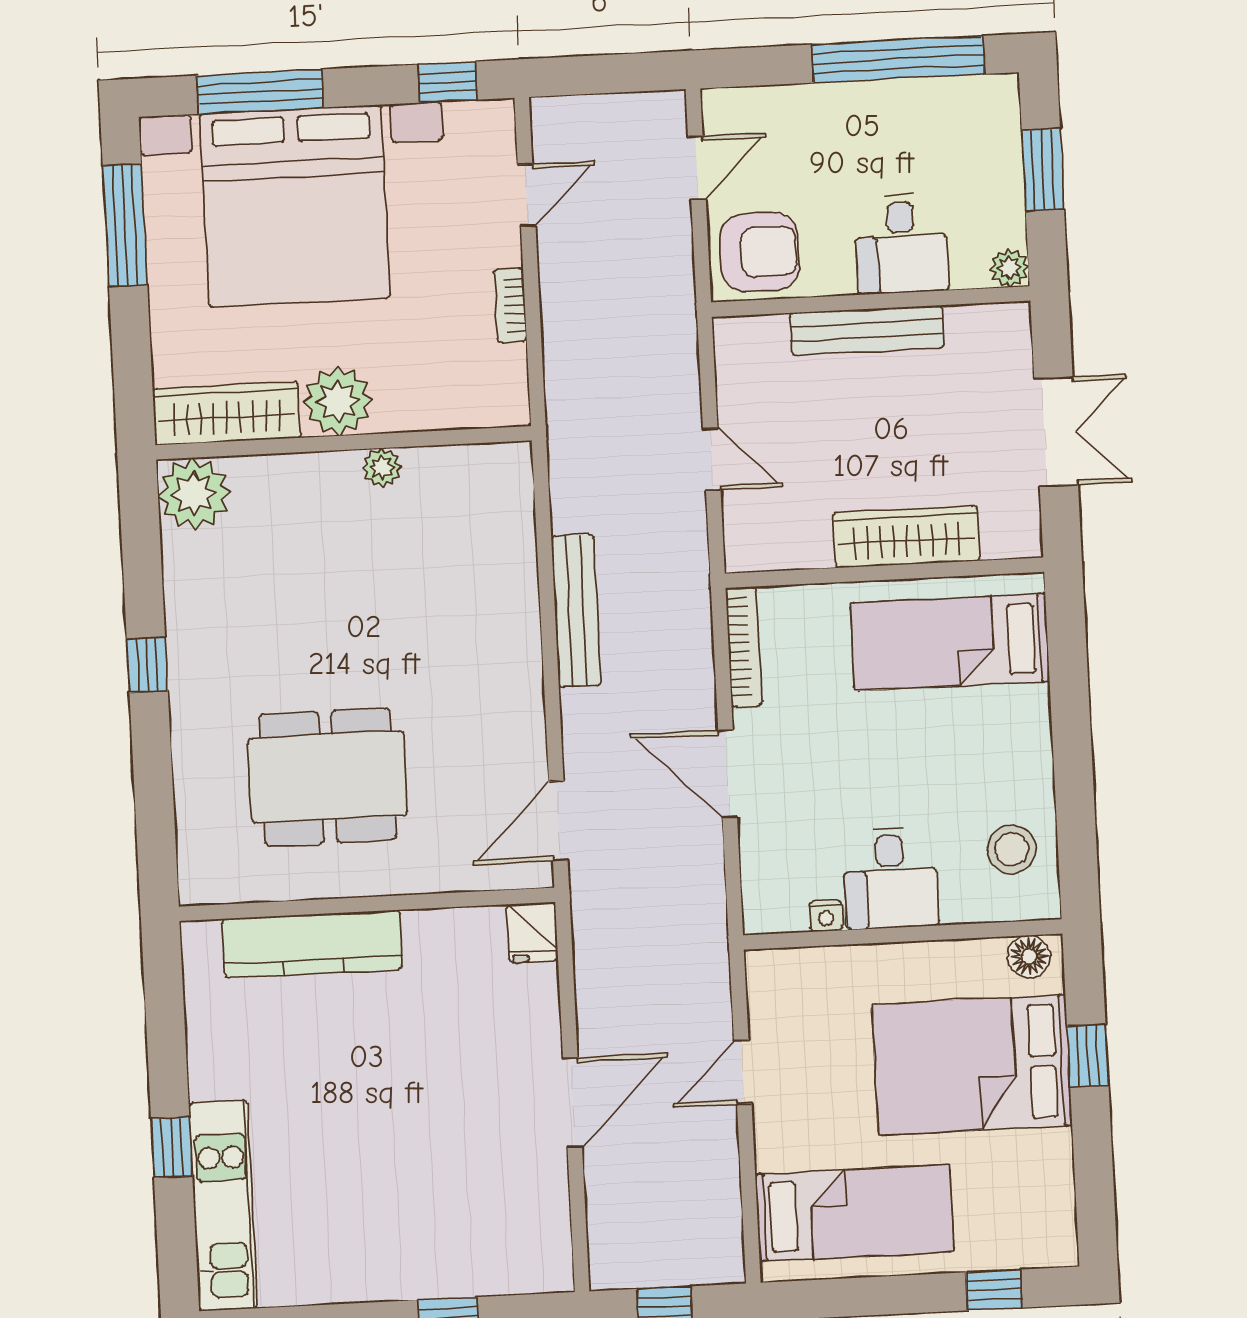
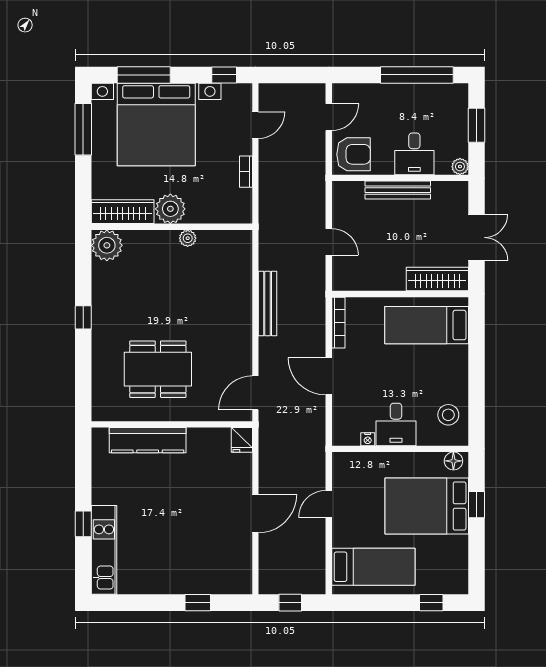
wardrobe: (906, 537) -> (437, 279), moved

